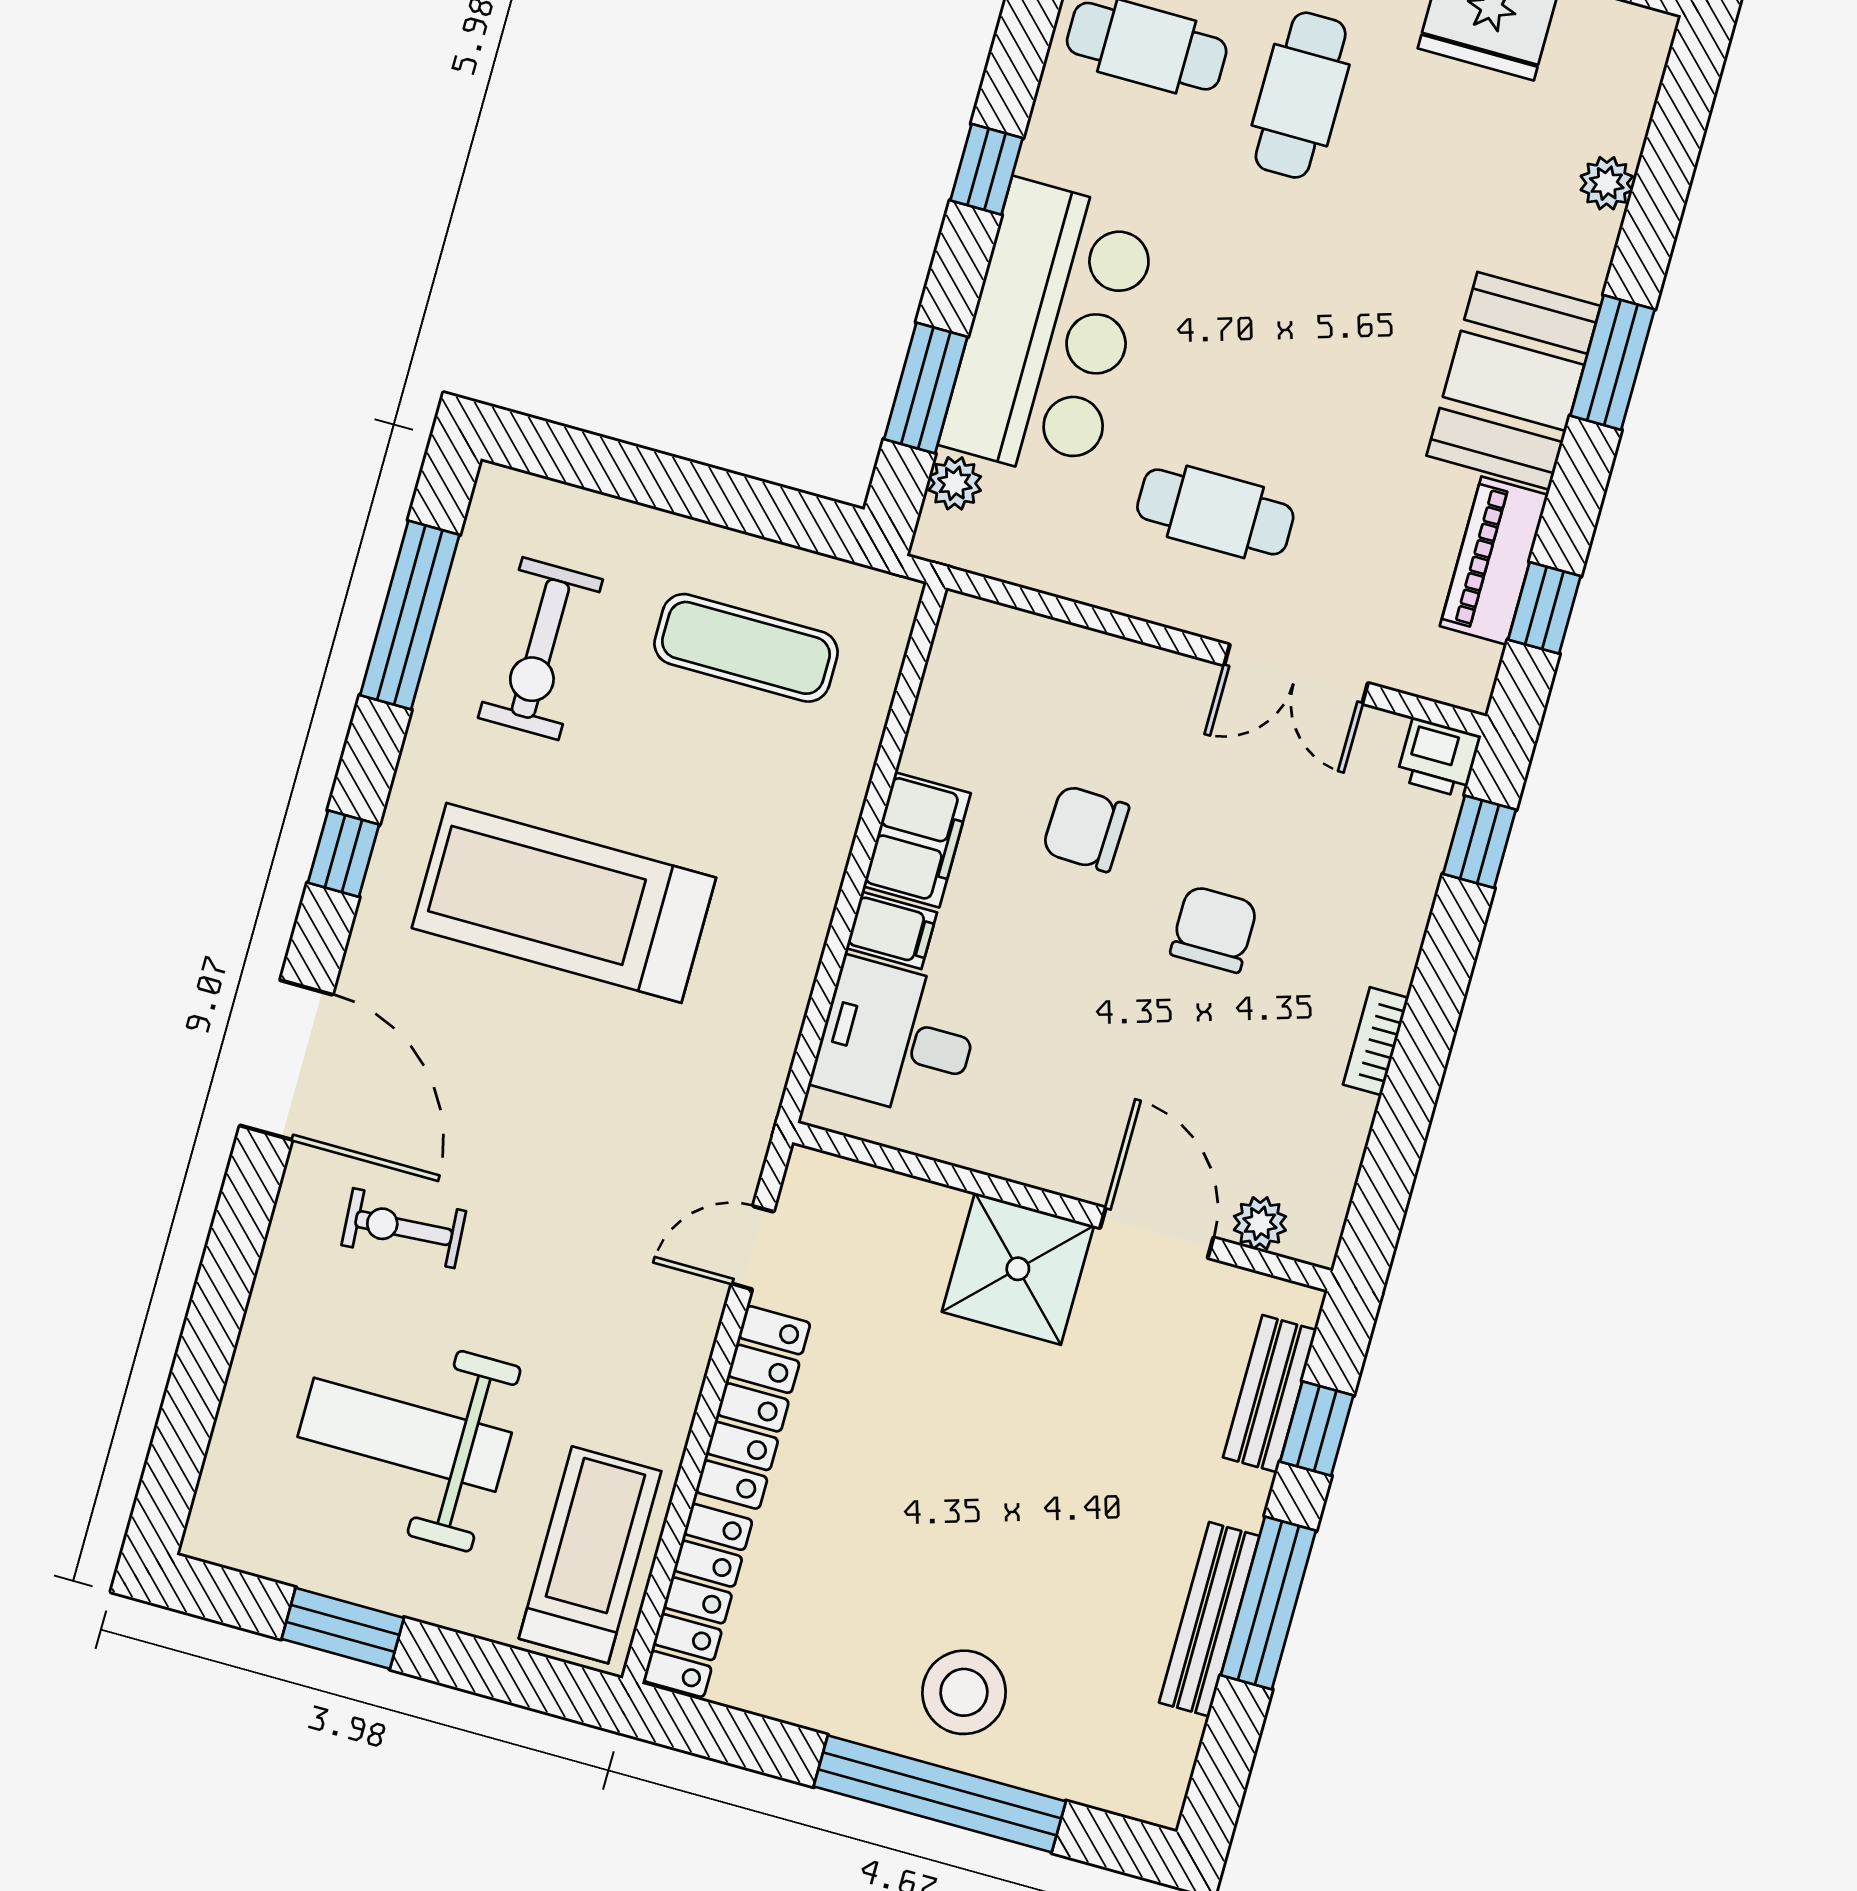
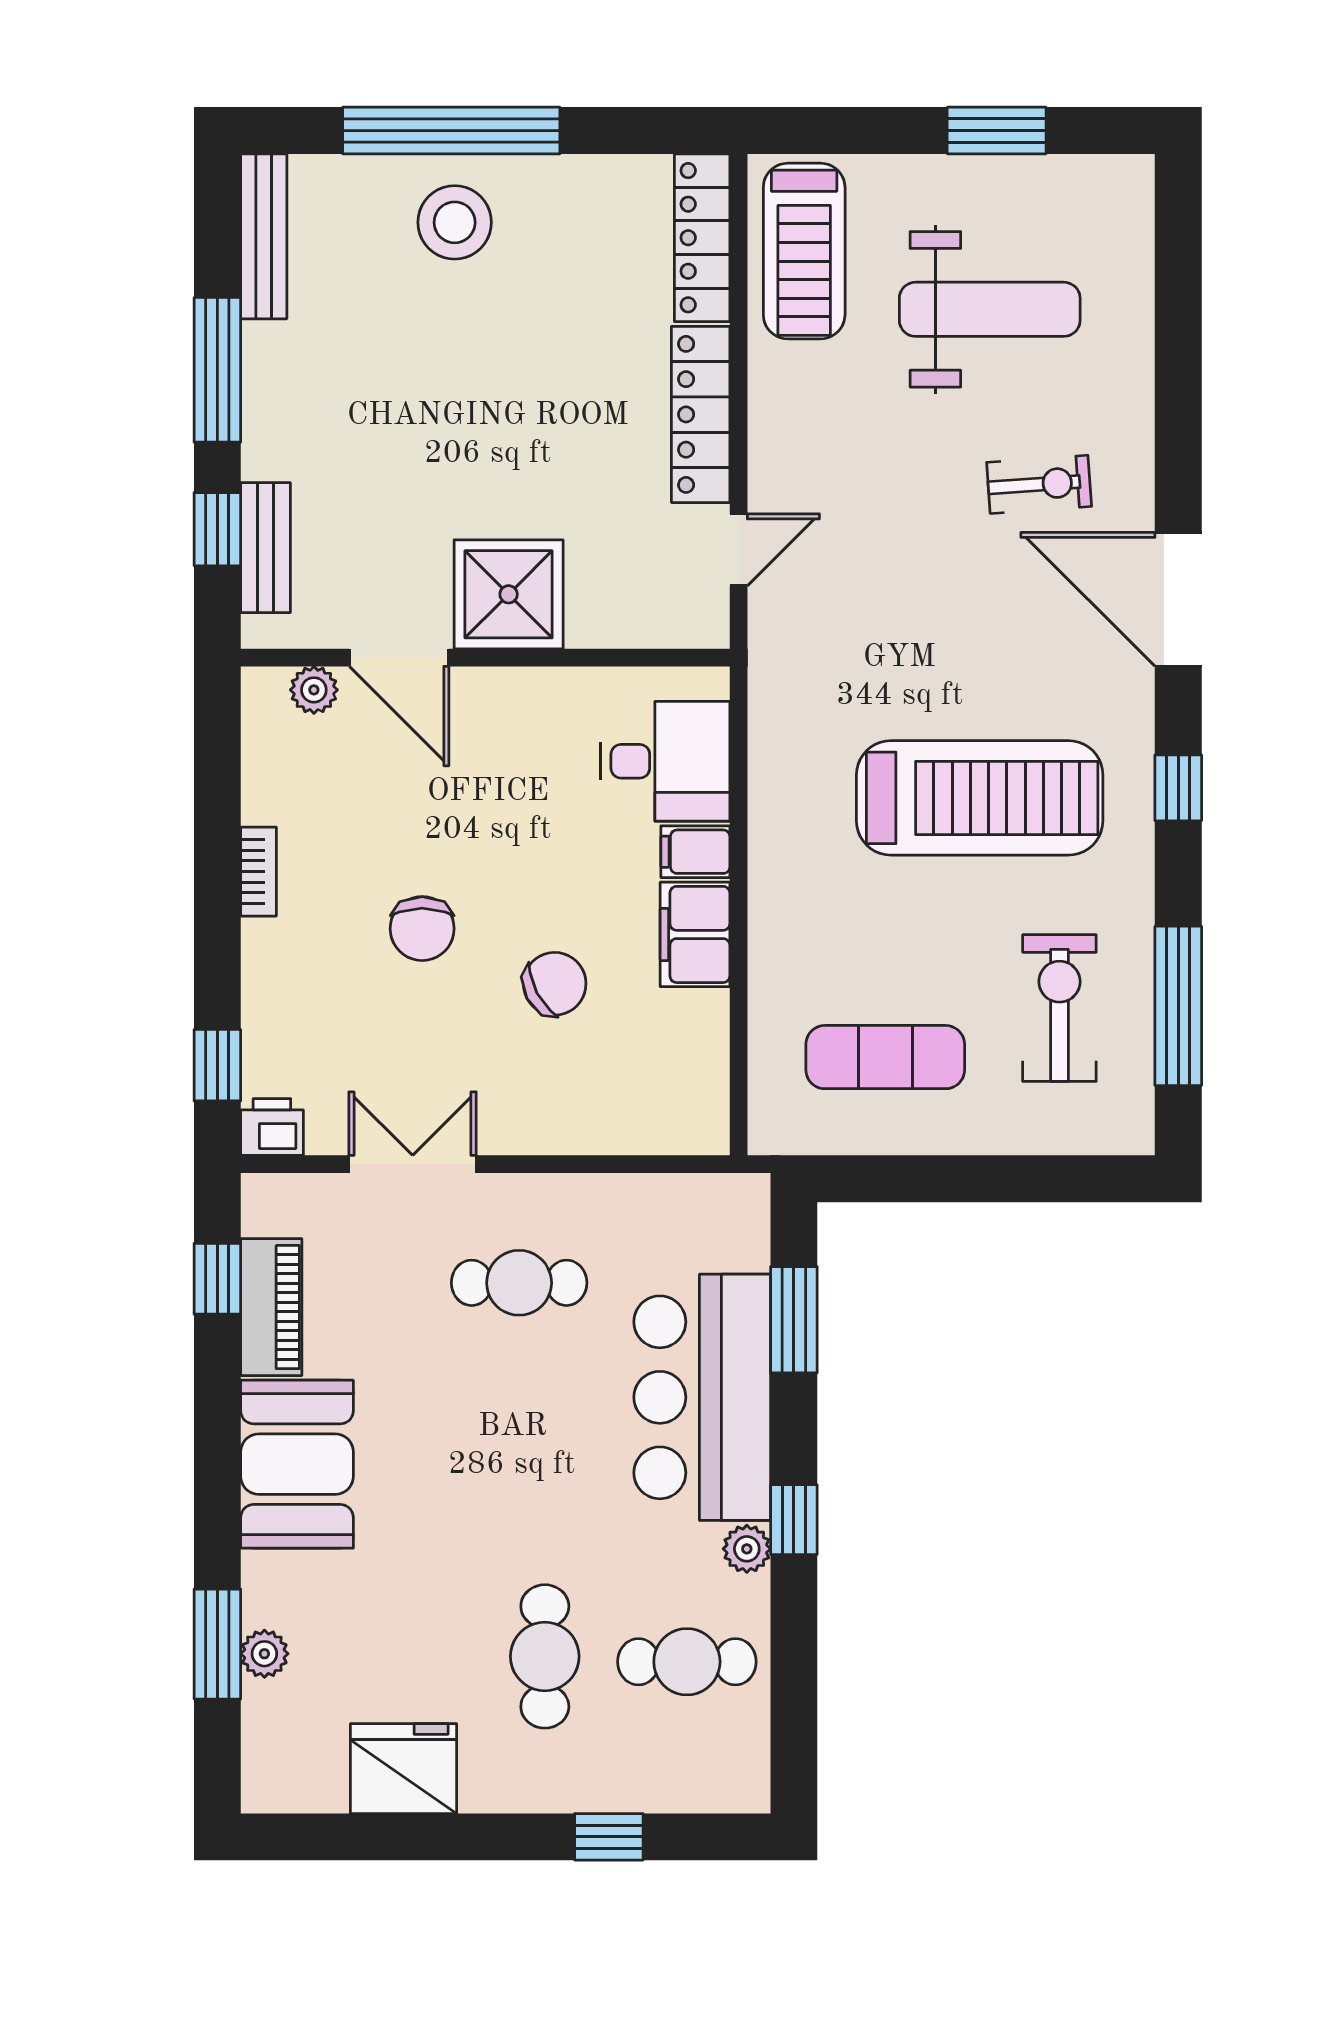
window: (1612, 363) -> (217, 1644), moved
plant: (955, 483) -> (747, 1549), moved
chair: (1086, 828) -> (555, 984), turned -30
bench: (1209, 1619) -> (264, 236), moved

